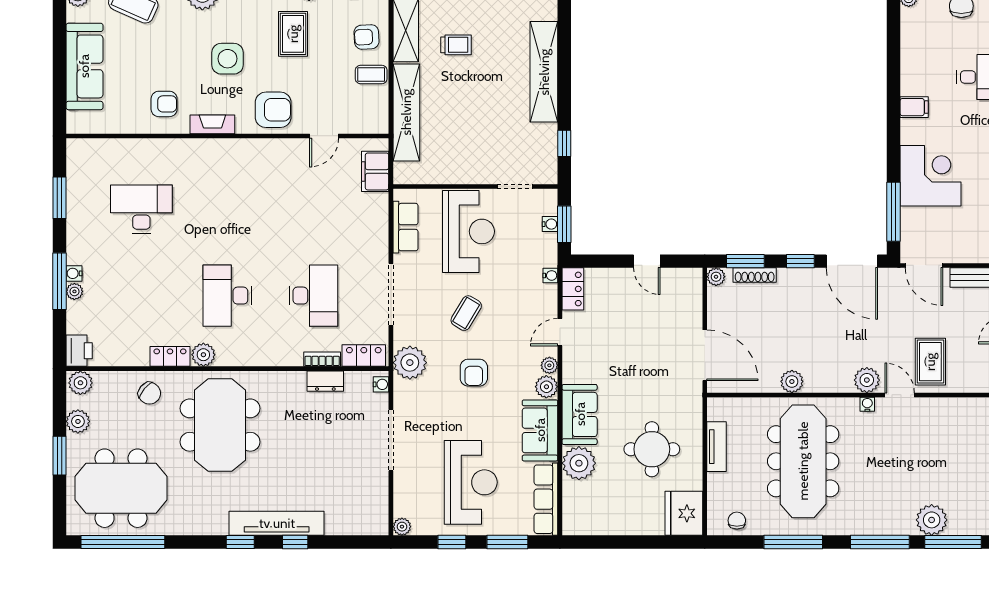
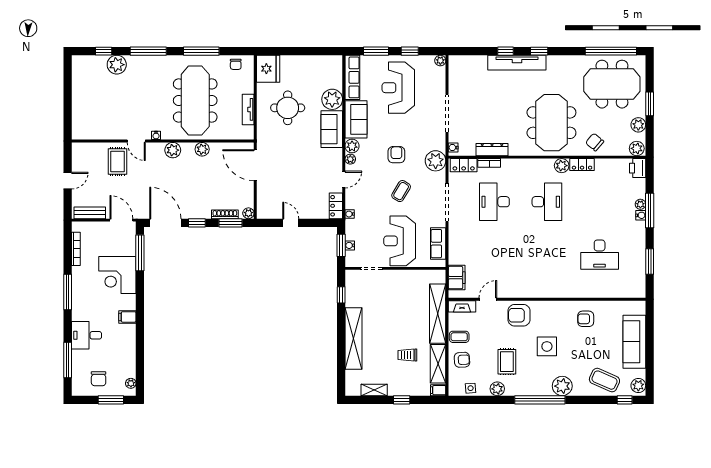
fireplace: (212, 124) -> (462, 306), moved
plant: (867, 380) -> (173, 150), moved
dresser: (325, 381) -> (492, 150), width x1.44
window: (953, 542) -> (104, 51), width x0.46

